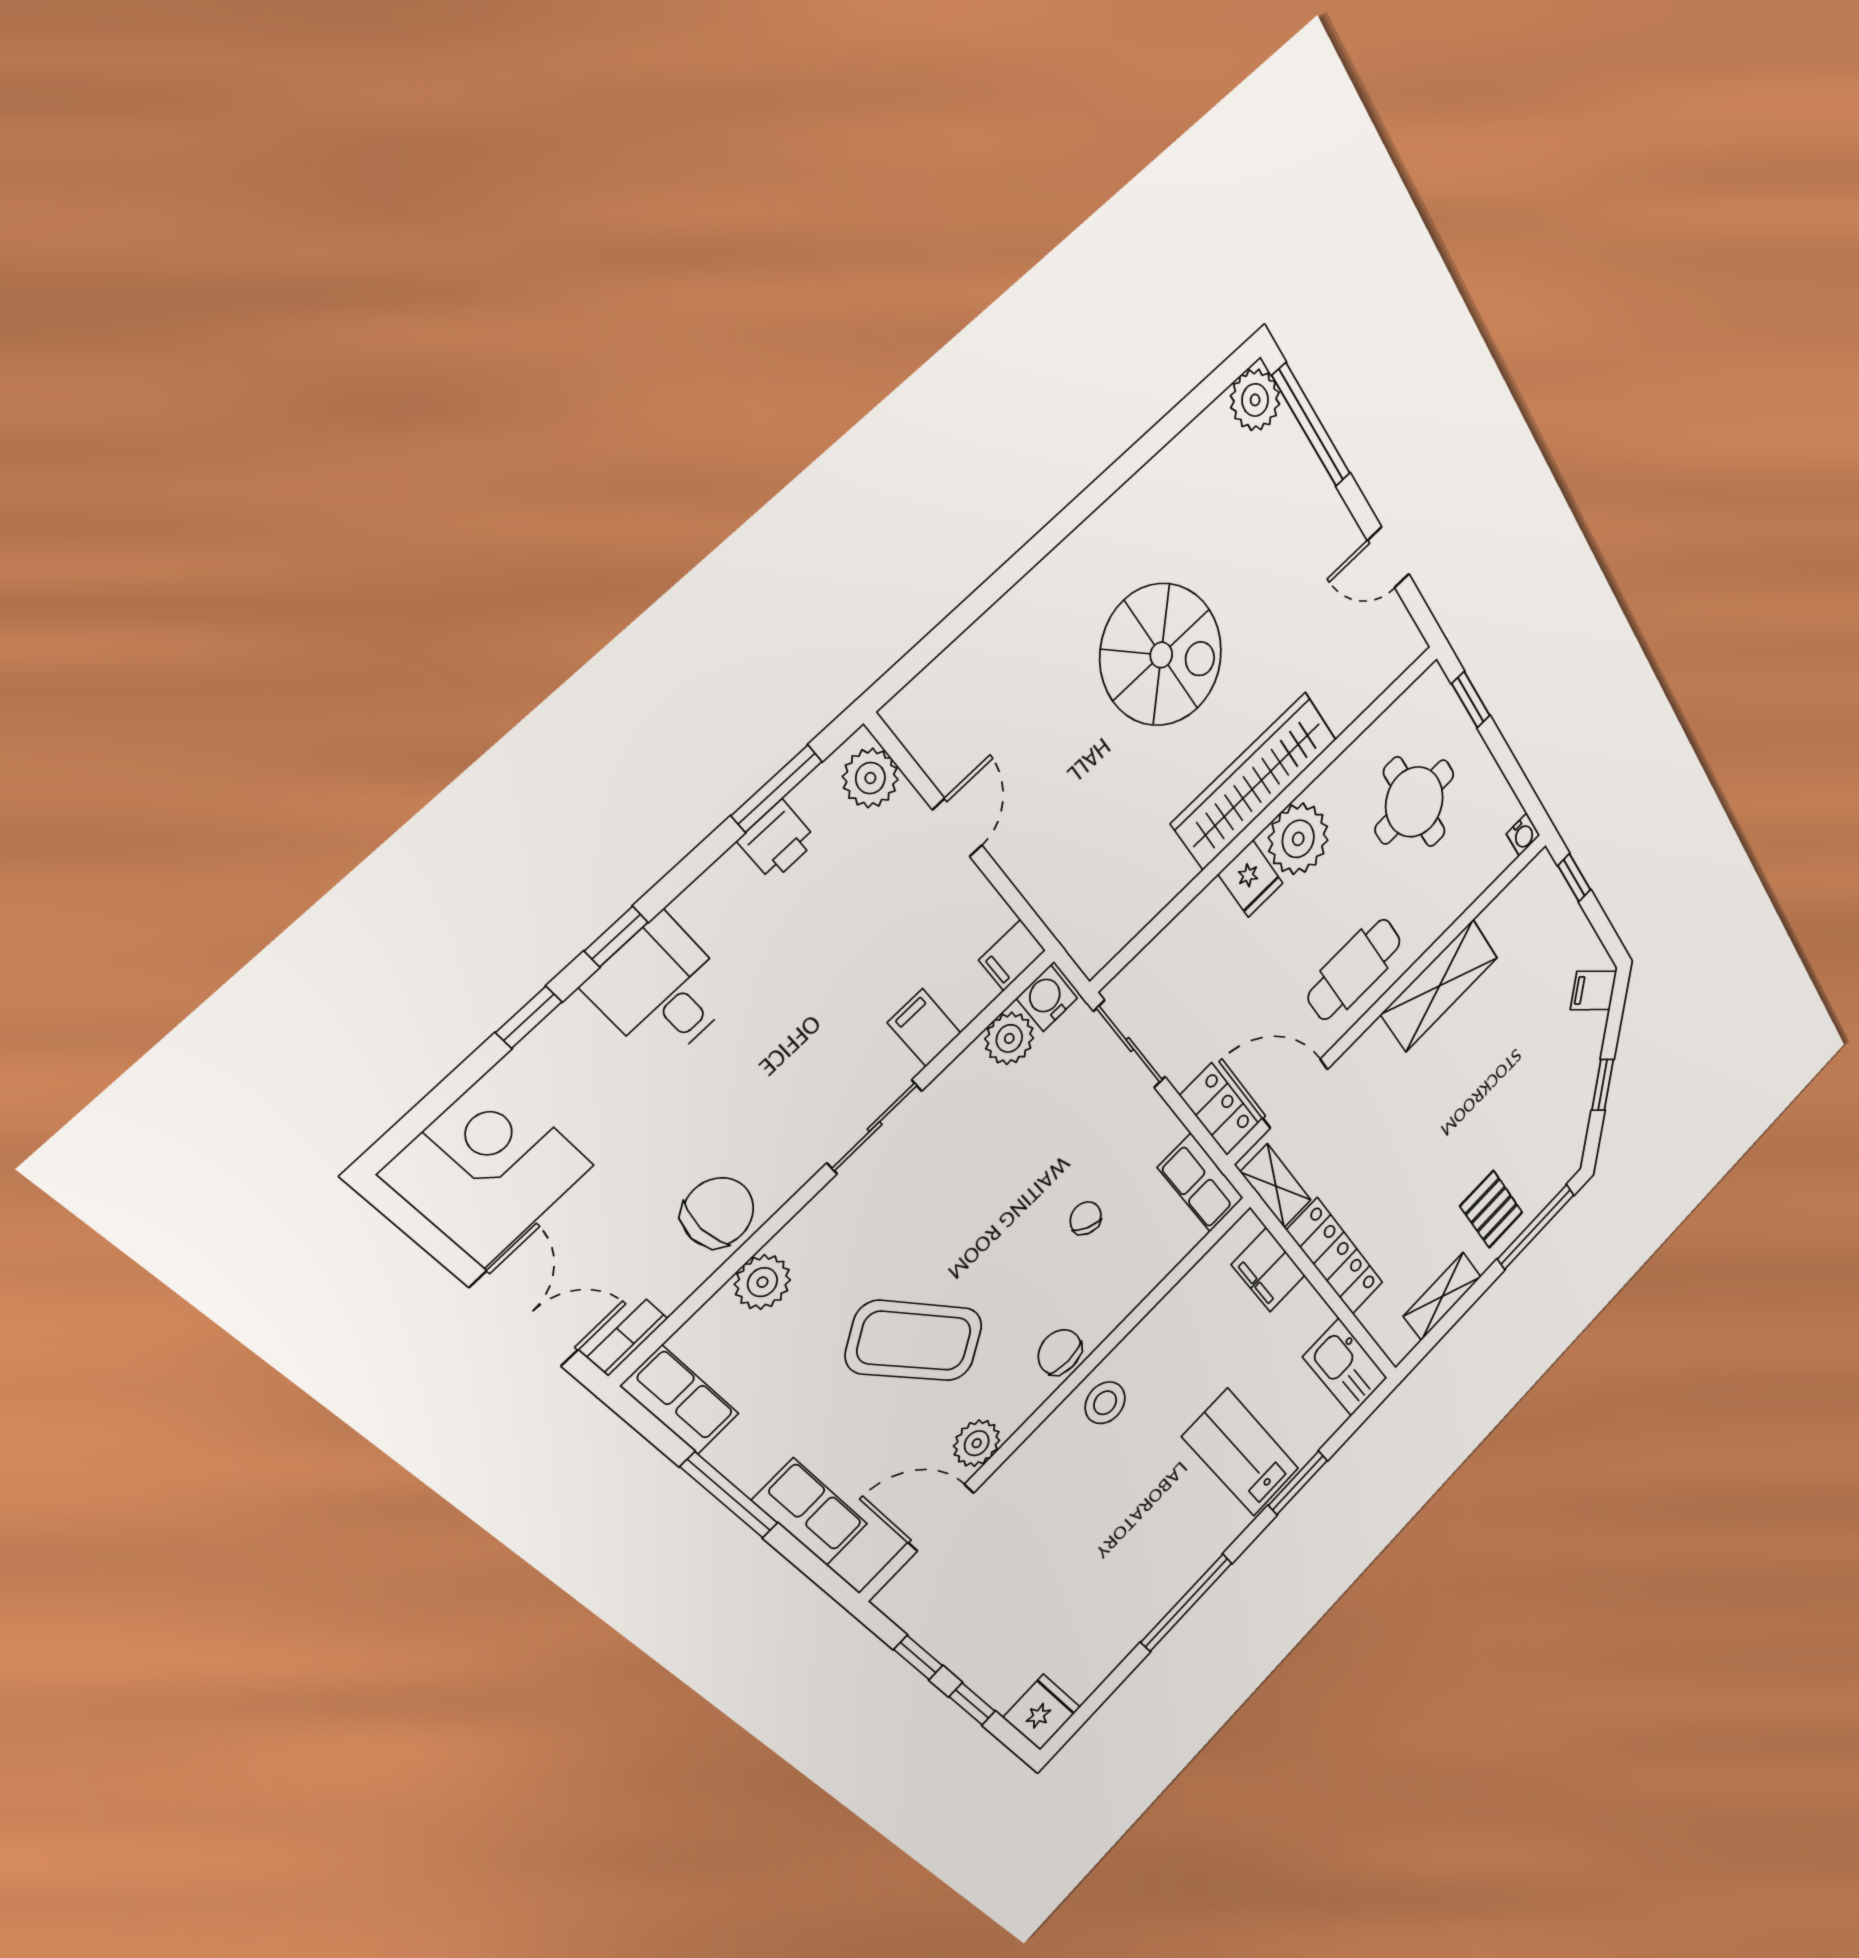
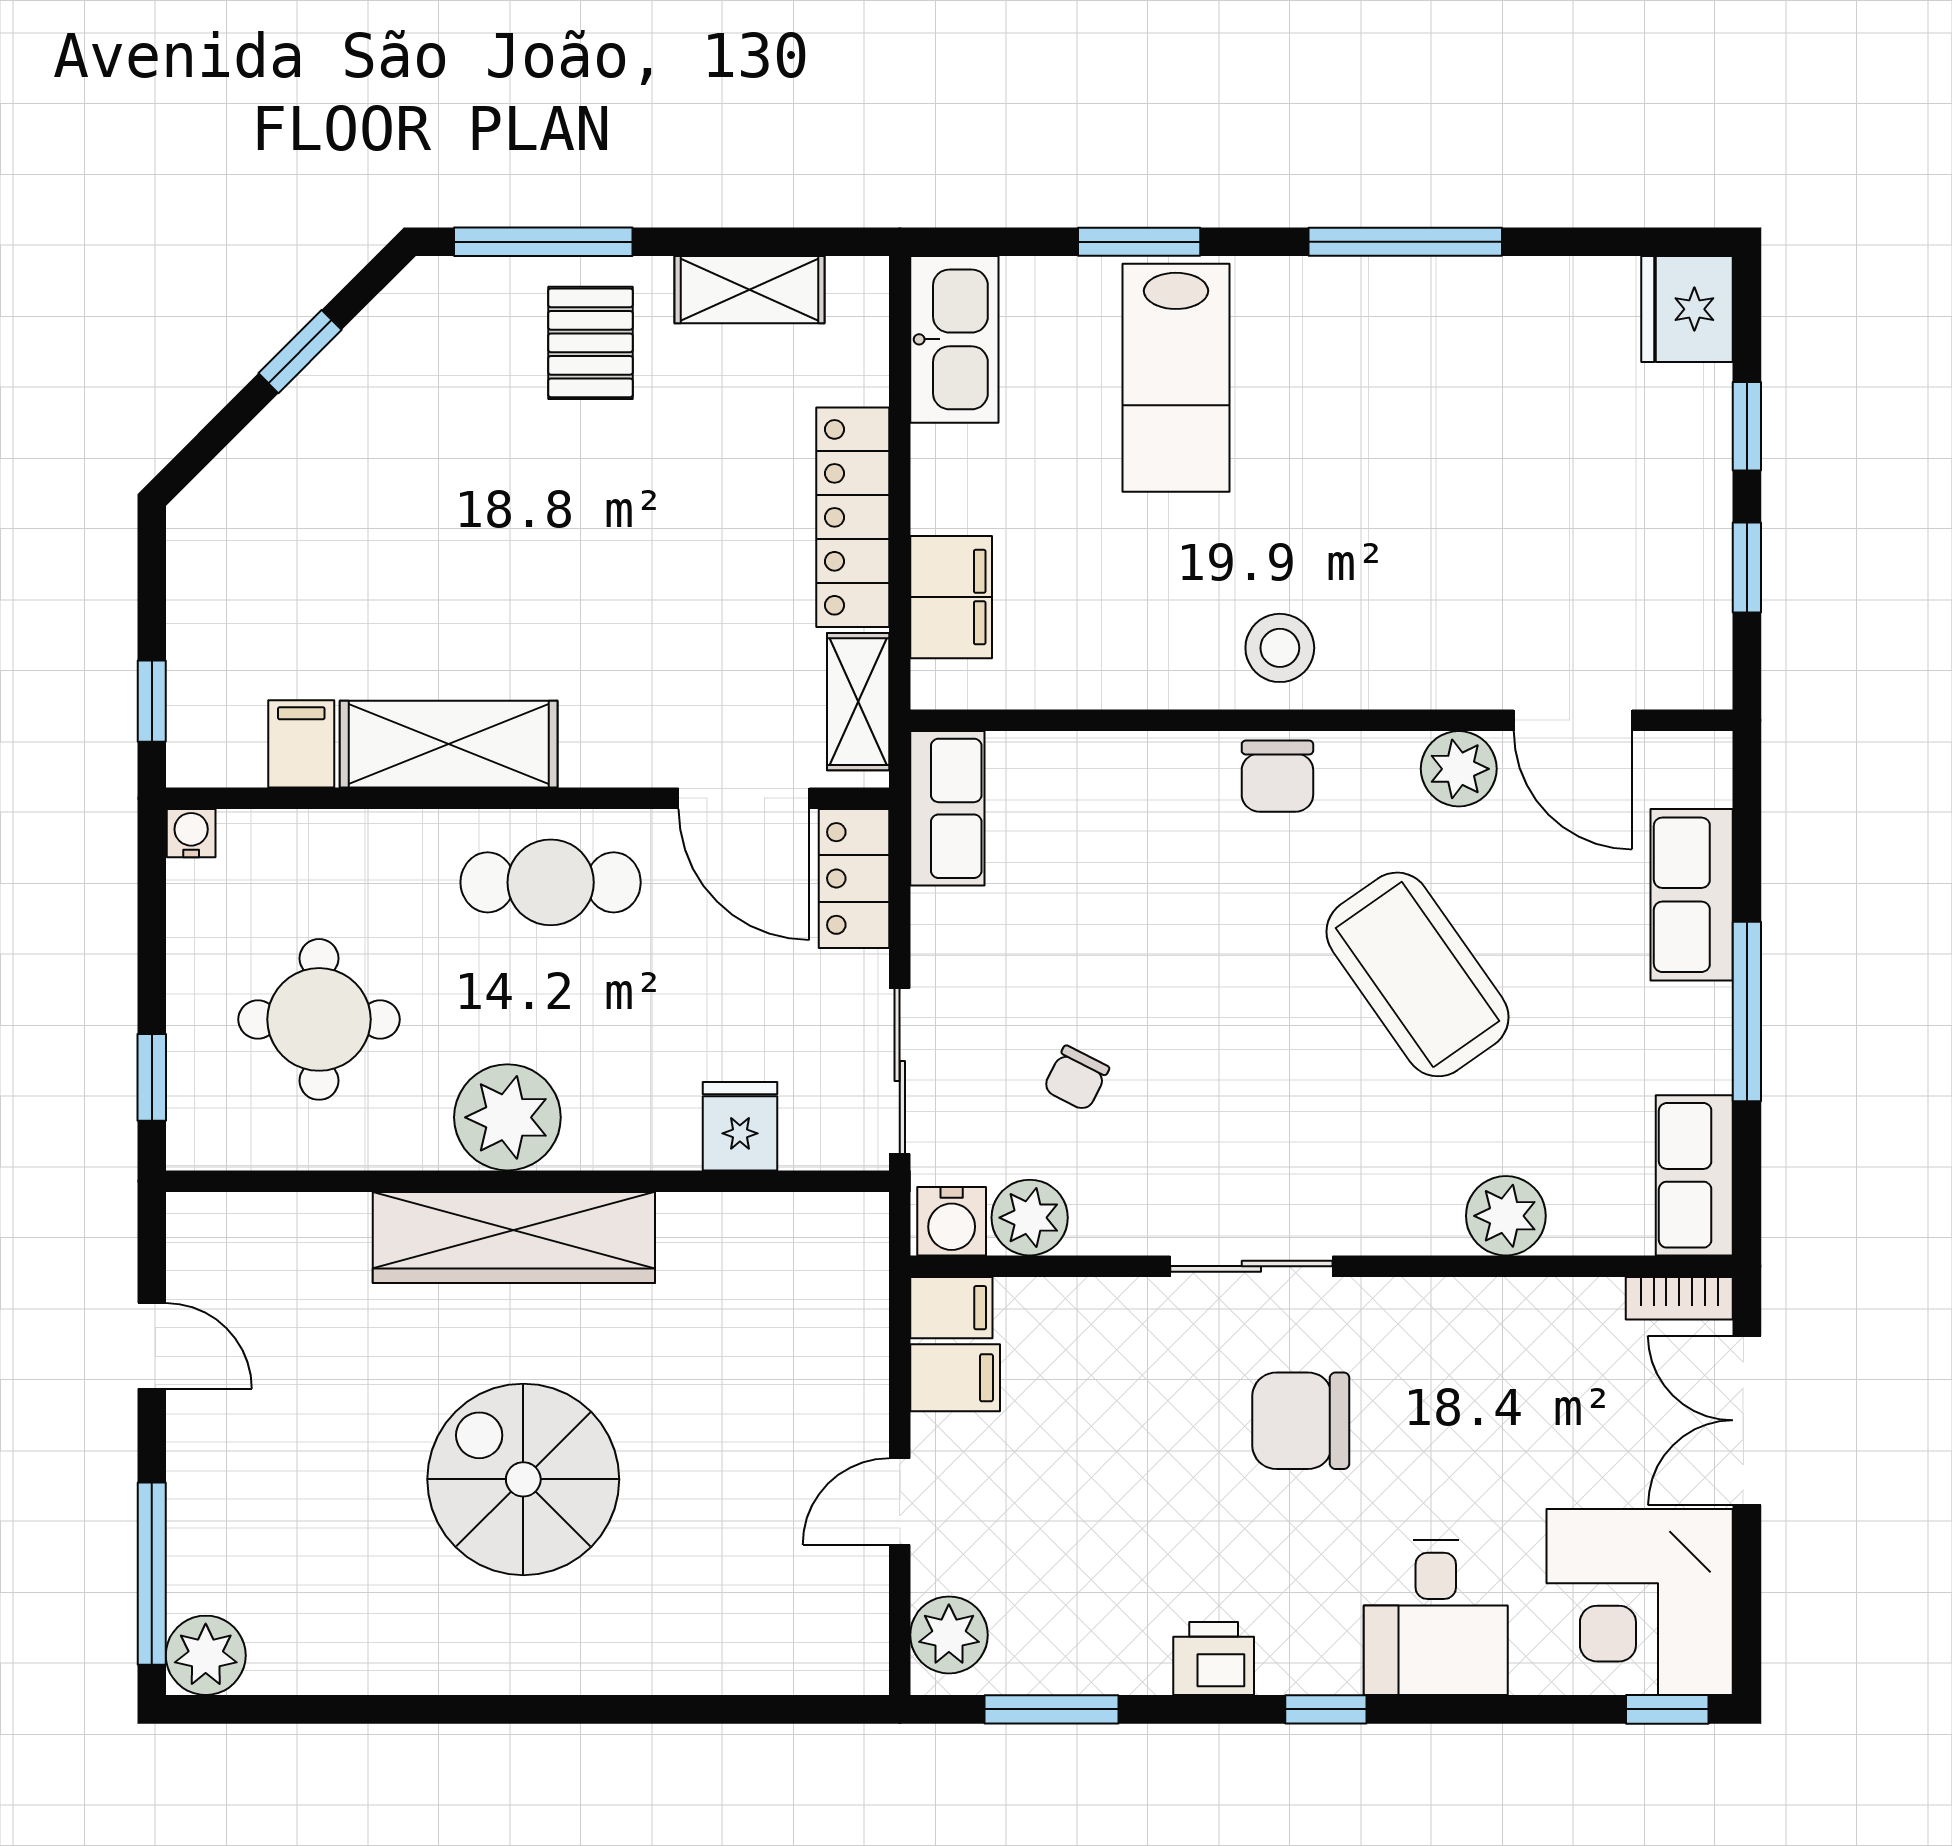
printer: (777, 841) -> (1214, 1659), moved
fridge: (1251, 879) -> (740, 1126), moved
desk: (662, 990) -> (1436, 1618), moved
filing cabinet: (1594, 990) -> (301, 744), moved, turned -135
window: (529, 1017) -> (1667, 1709), moved
filing cabinet: (924, 1028) -> (955, 1378), moved, turned -90
chair: (718, 1212) -> (1301, 1421), moved
chair: (1086, 1218) -> (1076, 1078), moved

